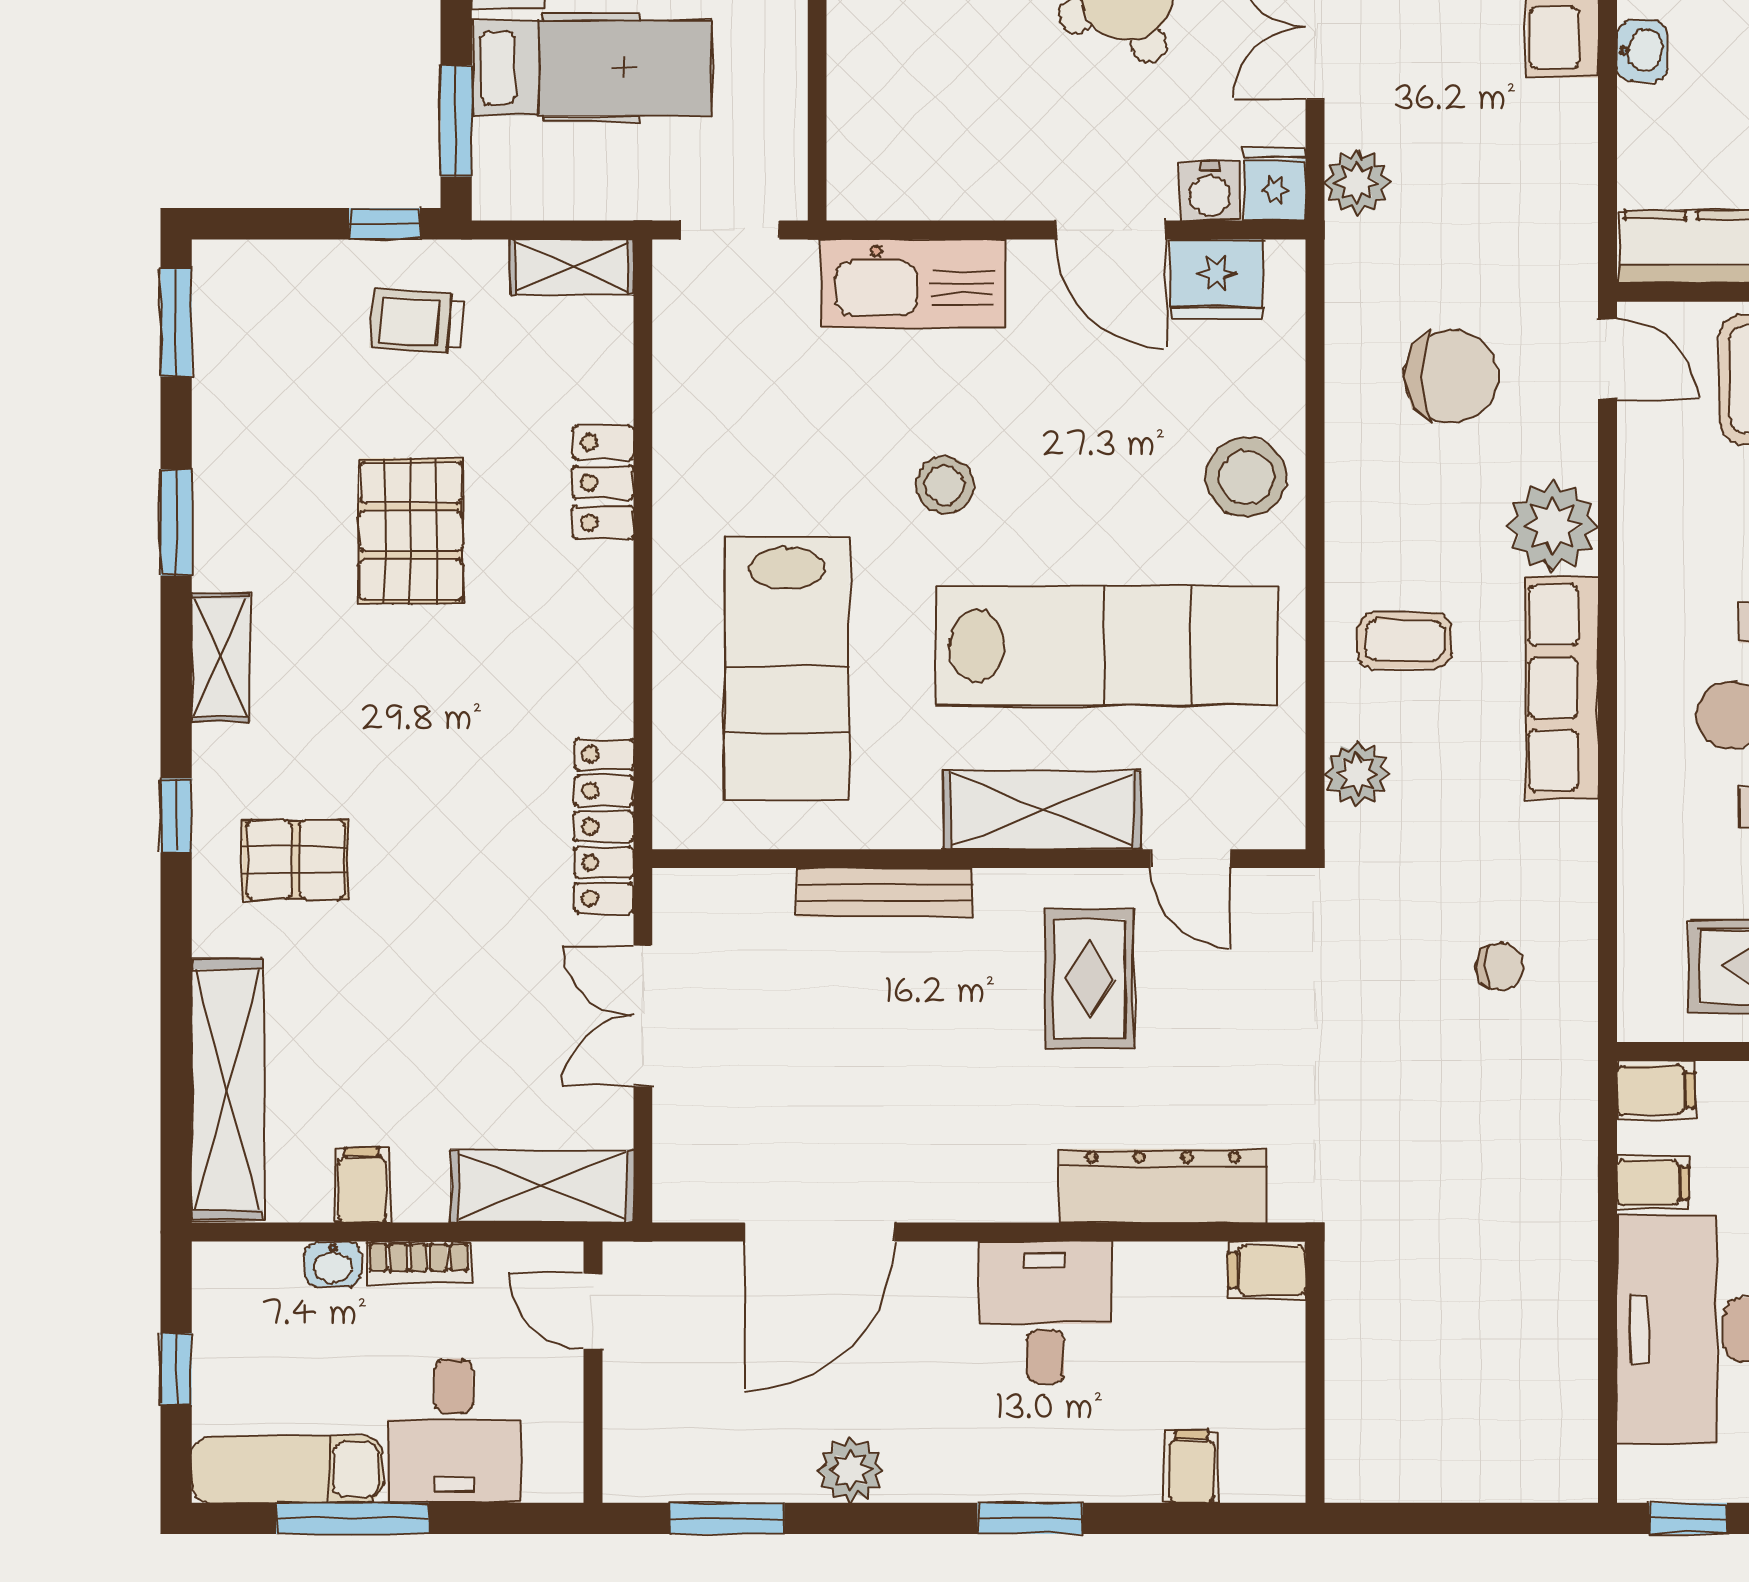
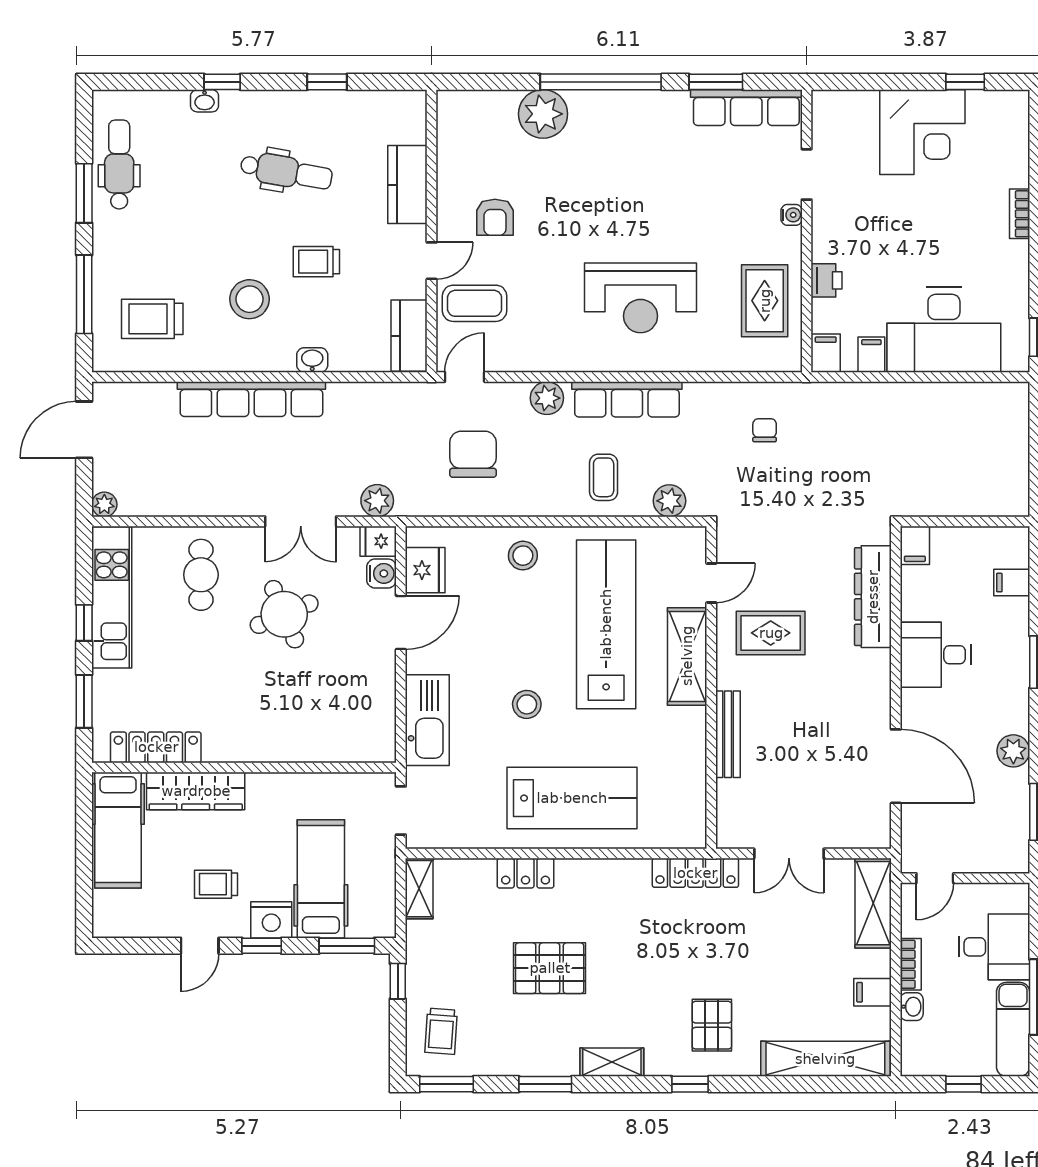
trolley: (416, 321) -> (441, 1031), moved
stool: (1246, 477) -> (523, 556), width x0.73, depth x0.73
plant: (1553, 526) -> (547, 398), width x0.73, depth x0.73
lab bench: (787, 668) -> (572, 798), moved

